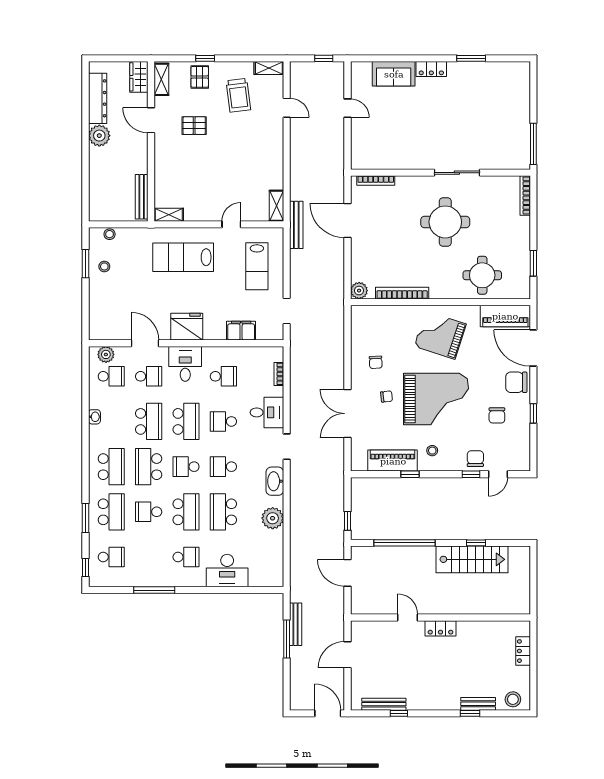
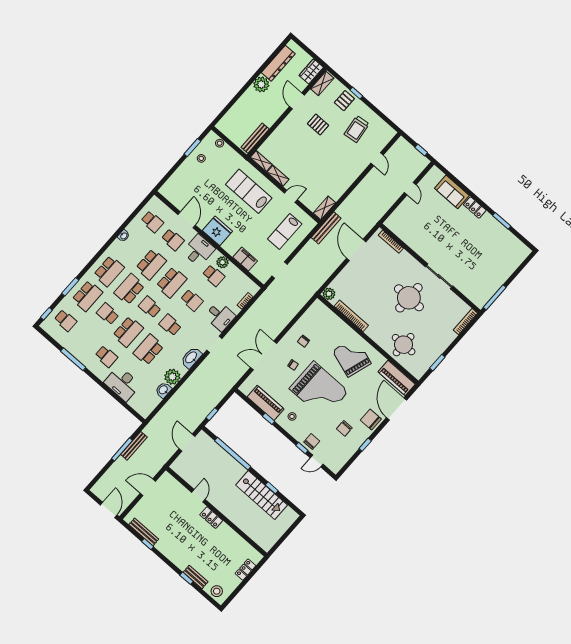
shelving: (269, 68) -> (278, 176), moved
plant: (106, 354) -> (222, 262), moved
school desk: (223, 421) -> (192, 300), turned 180
washbasin: (275, 540) -> (163, 390), added

